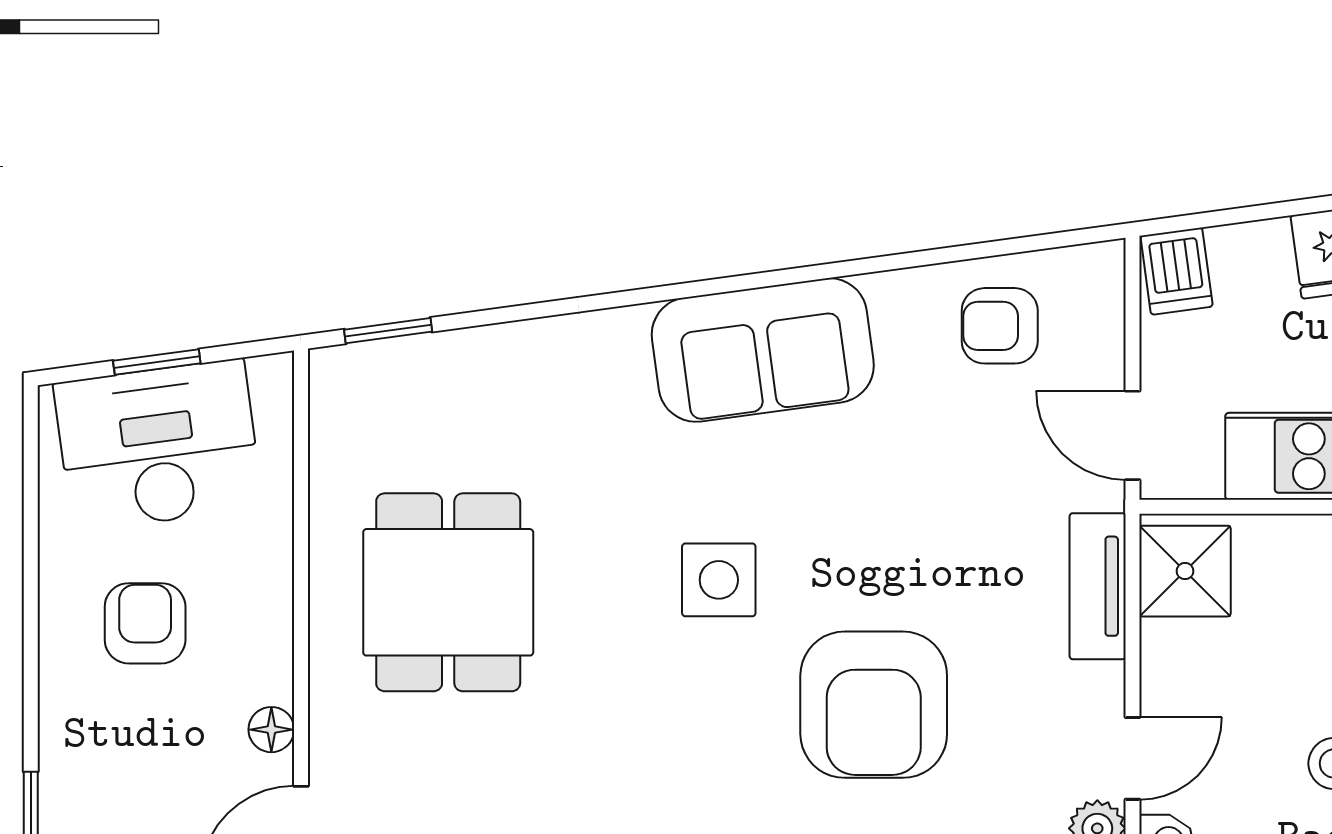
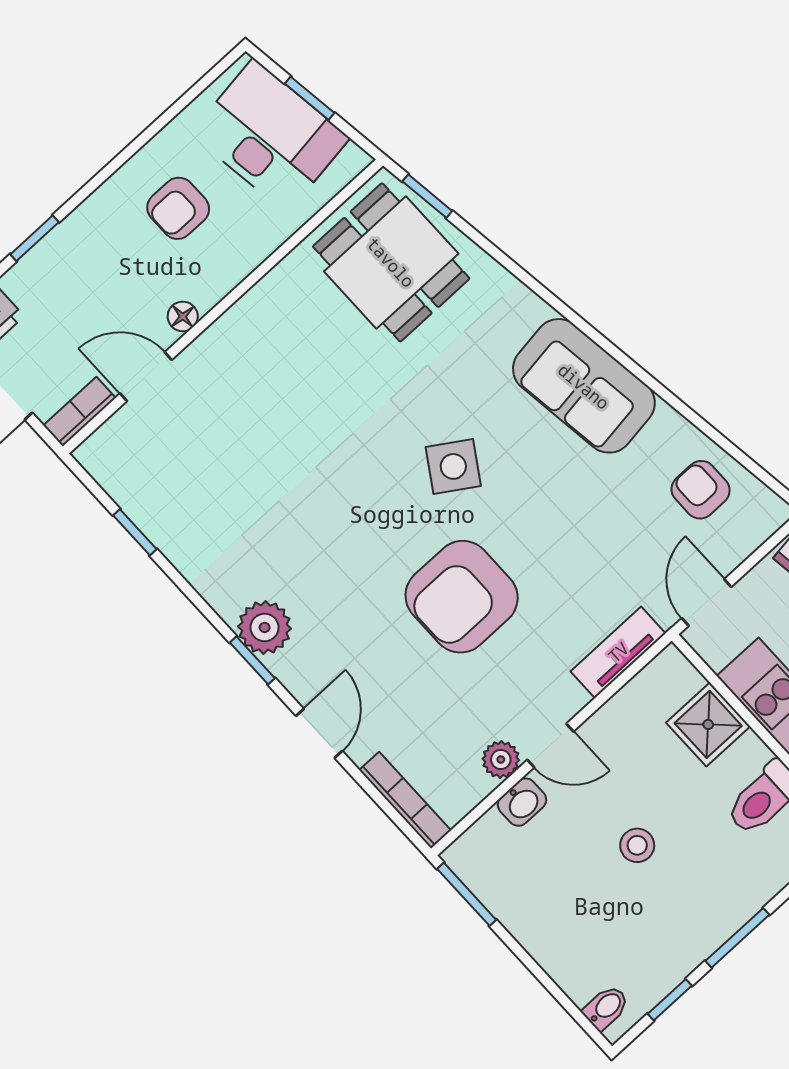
shower: (1185, 571) -> (708, 724), moved
side table: (719, 580) -> (453, 466), turned 33
dining table: (448, 592) -> (391, 262), moved, turned 90
armchair: (145, 623) -> (178, 208), turned 180

